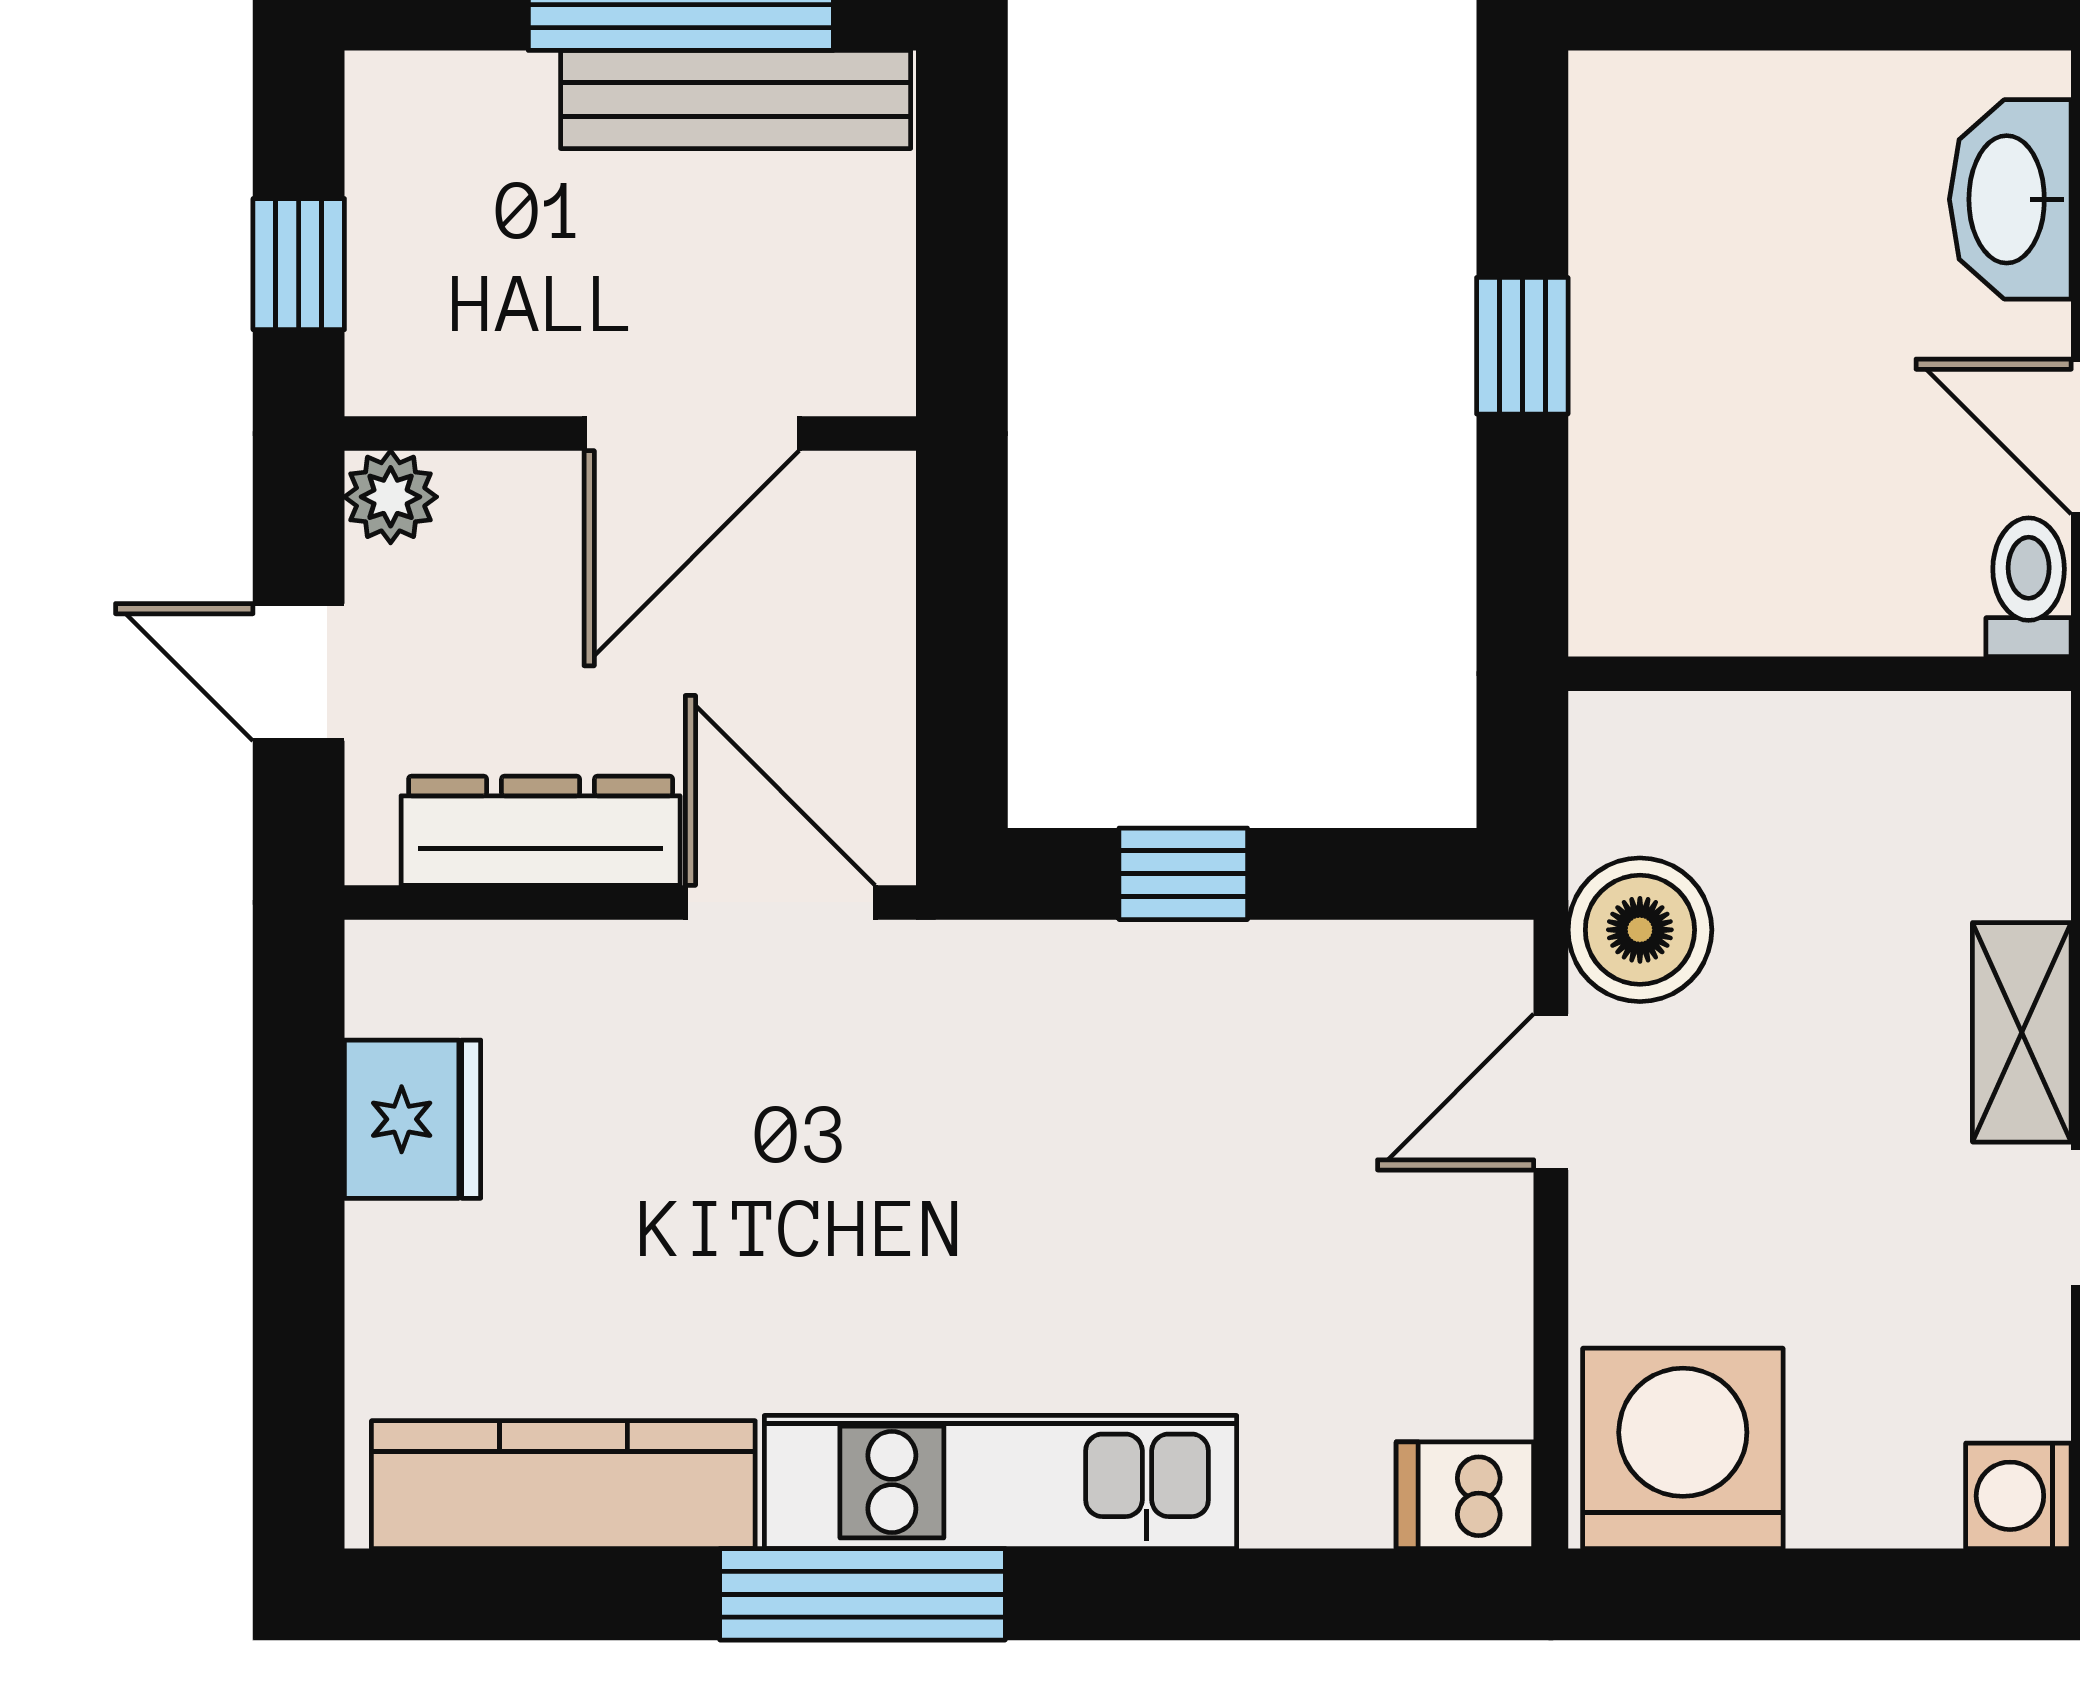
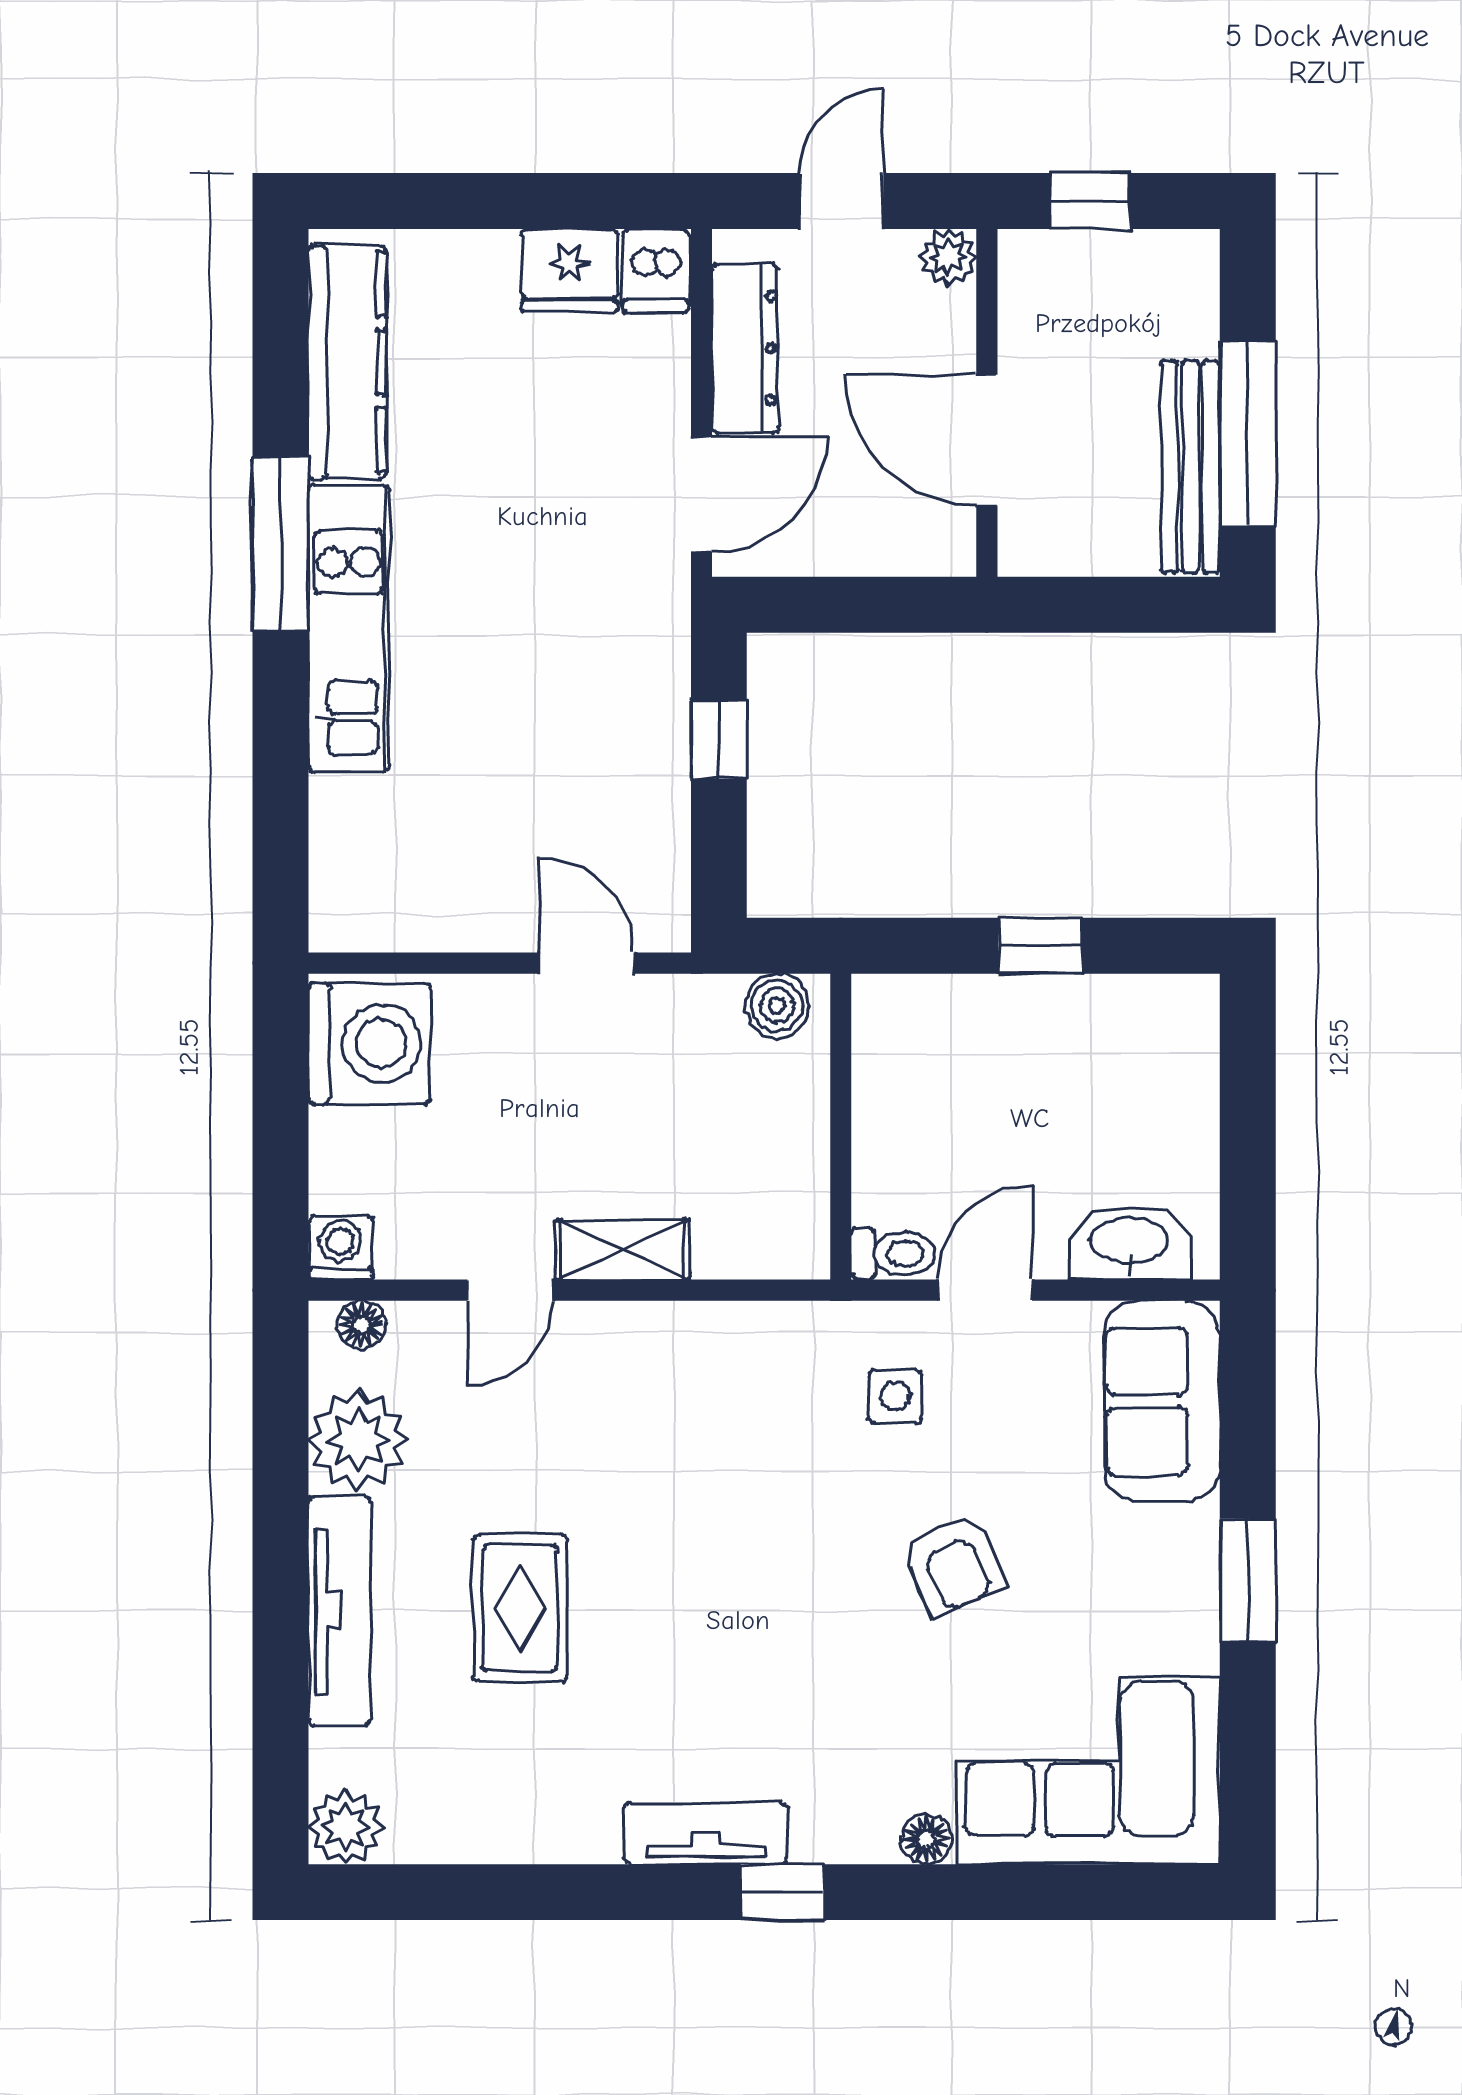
boiler: (1640, 930) -> (777, 1006), moved, width x0.73, depth x0.73
dishwasher: (1465, 1495) -> (656, 271), moved, turned 180

